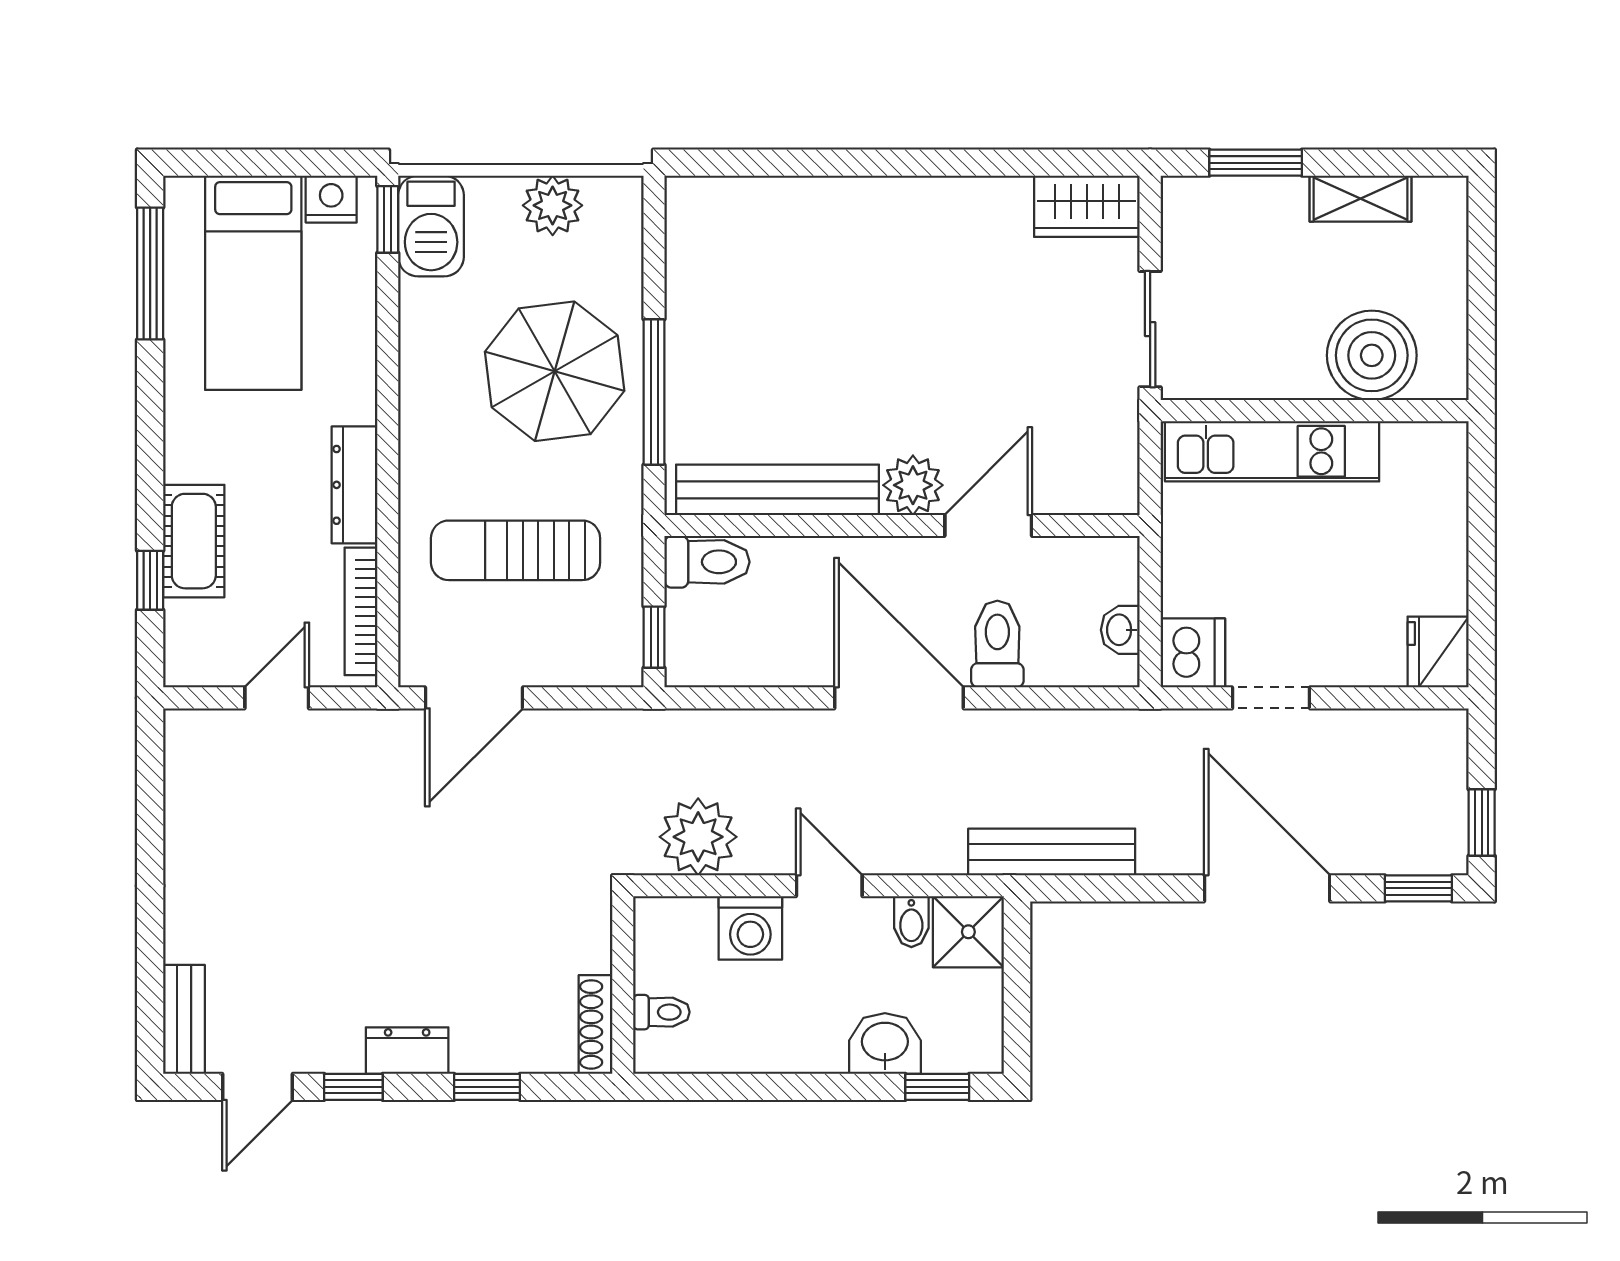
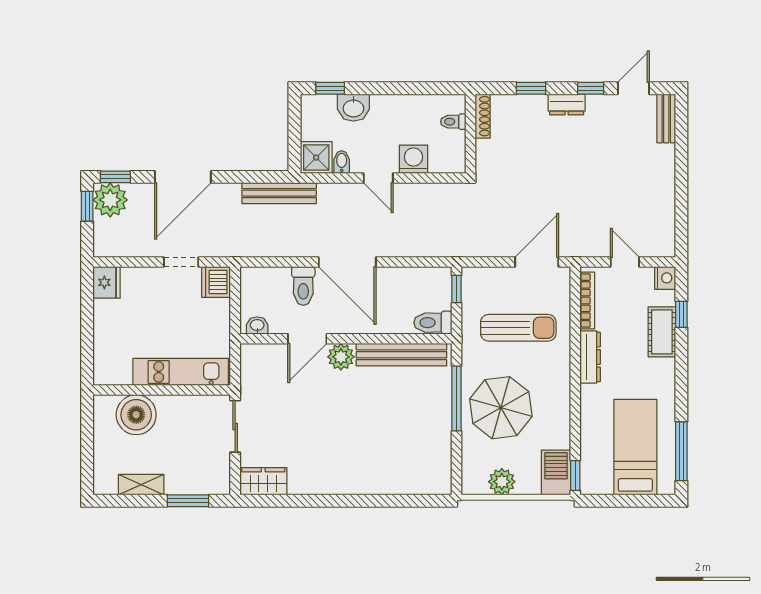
nightstand: (331, 199) -> (665, 278), moved, turned -90
washbasin: (1120, 630) -> (257, 326), moved, turned -90
door: (277, 698) -> (625, 262), swing flipped
plant: (698, 837) -> (110, 200), moved
door: (1267, 888) -> (183, 177), hinge flipped

